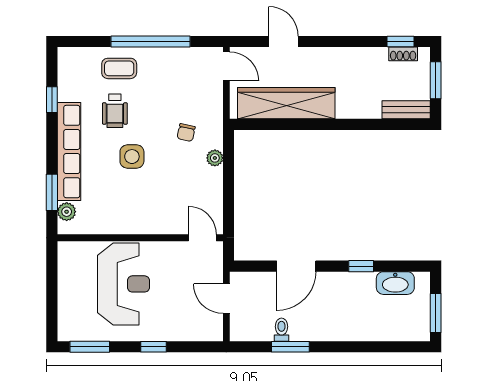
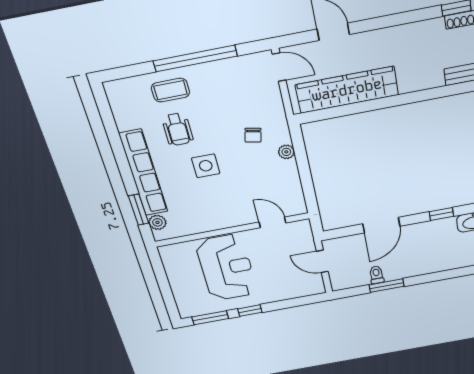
window: (52, 100) -> (112, 131), removed
door: (202, 238) -> (273, 222), moved
window: (154, 347) -> (250, 311), moved

